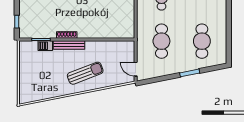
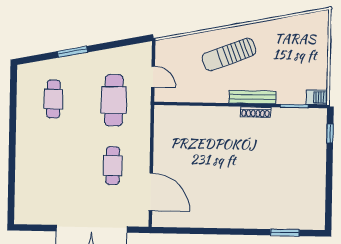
cafe table: (202, 41) -> (53, 99), width x0.73, depth x0.74
barbecue: (45, 46) -> (317, 97), moved
door: (136, 69) -> (153, 77), moved

